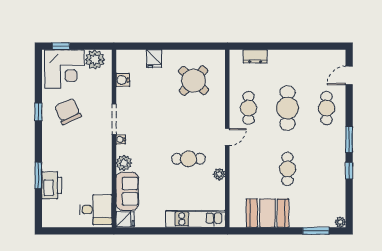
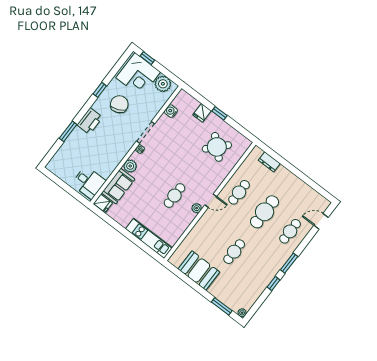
window: (171, 46) -> (219, 113), added
cafe table: (188, 159) -> (174, 195), turned 90
plant: (219, 174) -> (197, 208), moved
printer: (52, 185) -> (90, 121), moved

